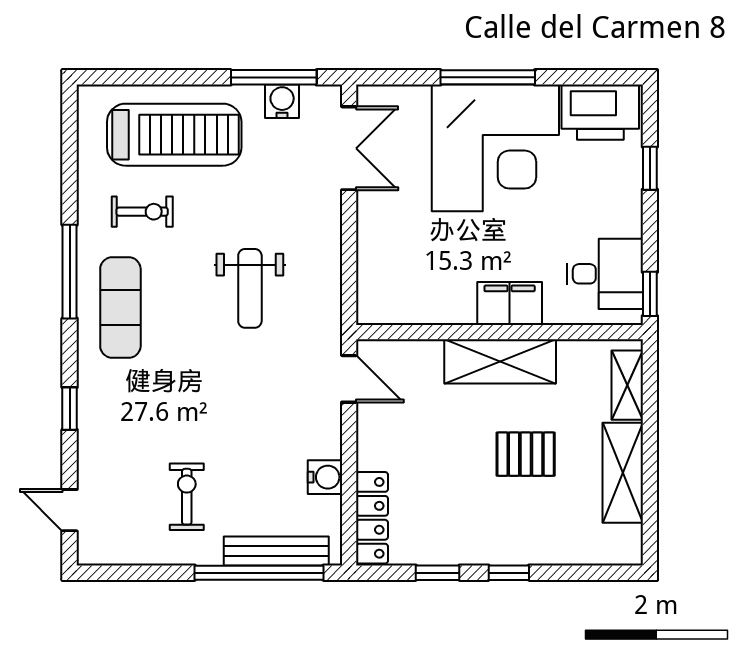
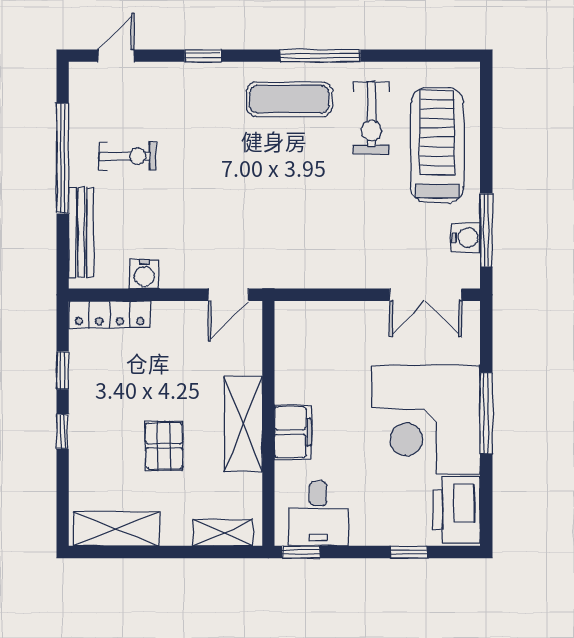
treadmill: (174, 135) -> (437, 145), turned 180
exercise bike: (142, 212) -> (371, 118), width x1.38, depth x1.39
weight bench: (250, 288) -> (306, 210), removed
shelving: (623, 473) -> (116, 529), moved
window: (259, 573) -> (63, 158), moved

